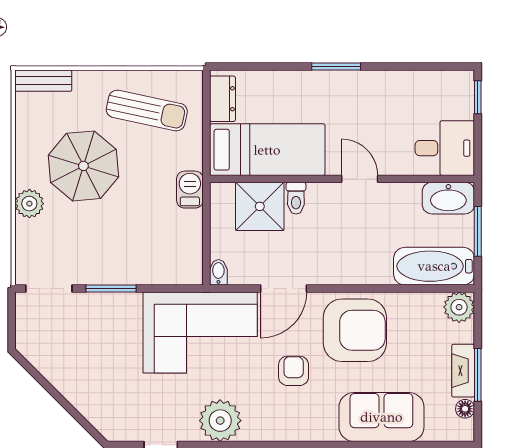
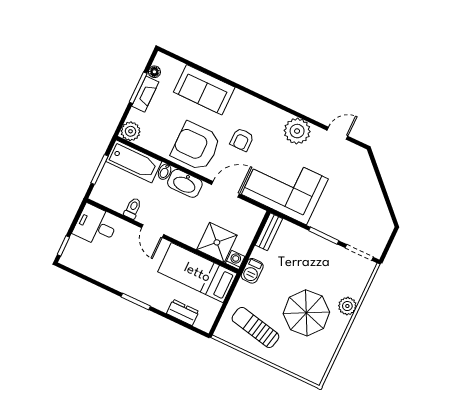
bench: (43, 81) -> (269, 232), moved, turned 90
dresser: (222, 99) -> (183, 313), moved, turned 90
washing machine: (222, 194) -> (235, 260), added
toilet: (296, 198) -> (133, 208), moved
washbasin: (448, 198) -> (185, 183), moved, turned 180
bidet: (218, 272) -> (165, 172), moved

